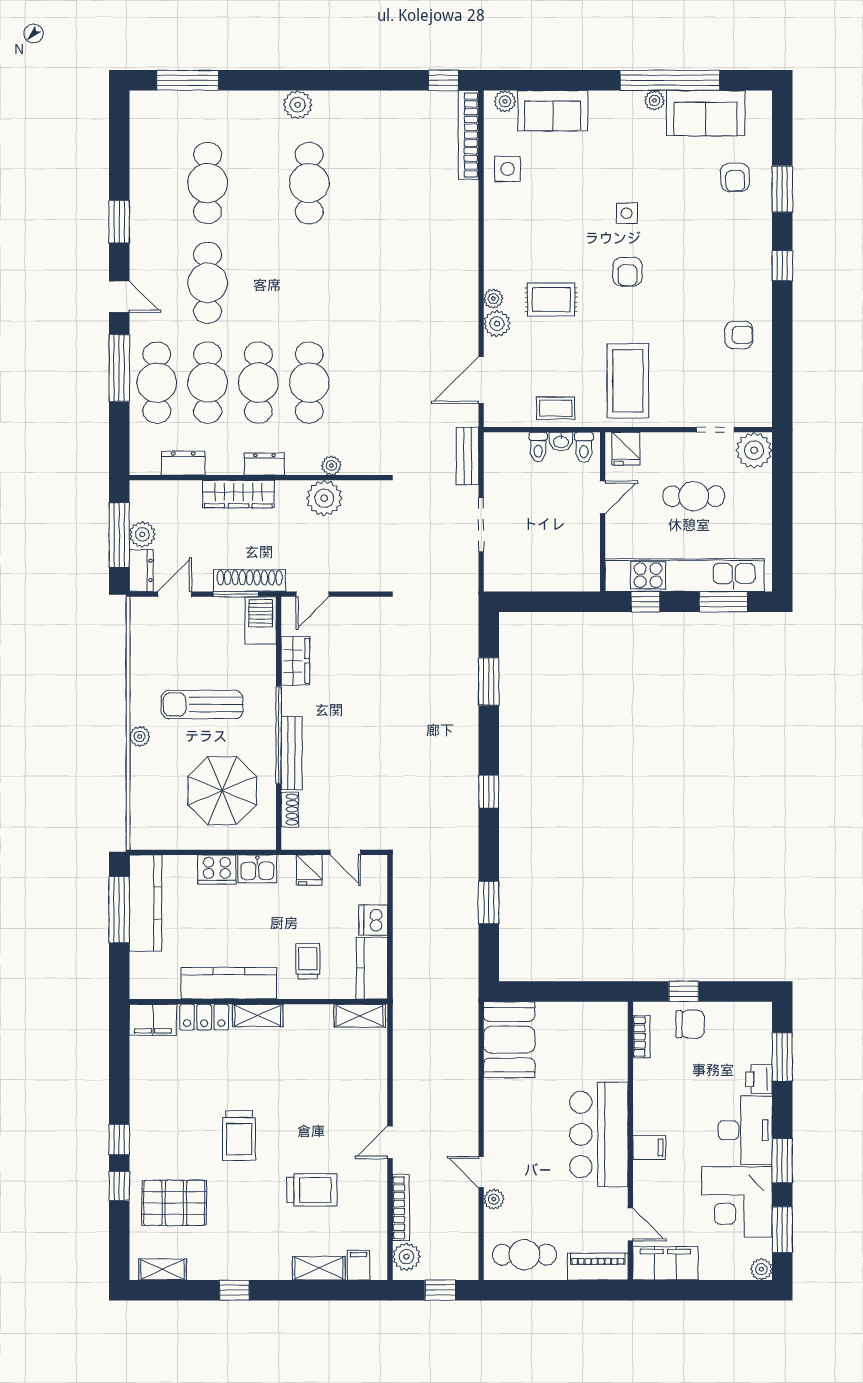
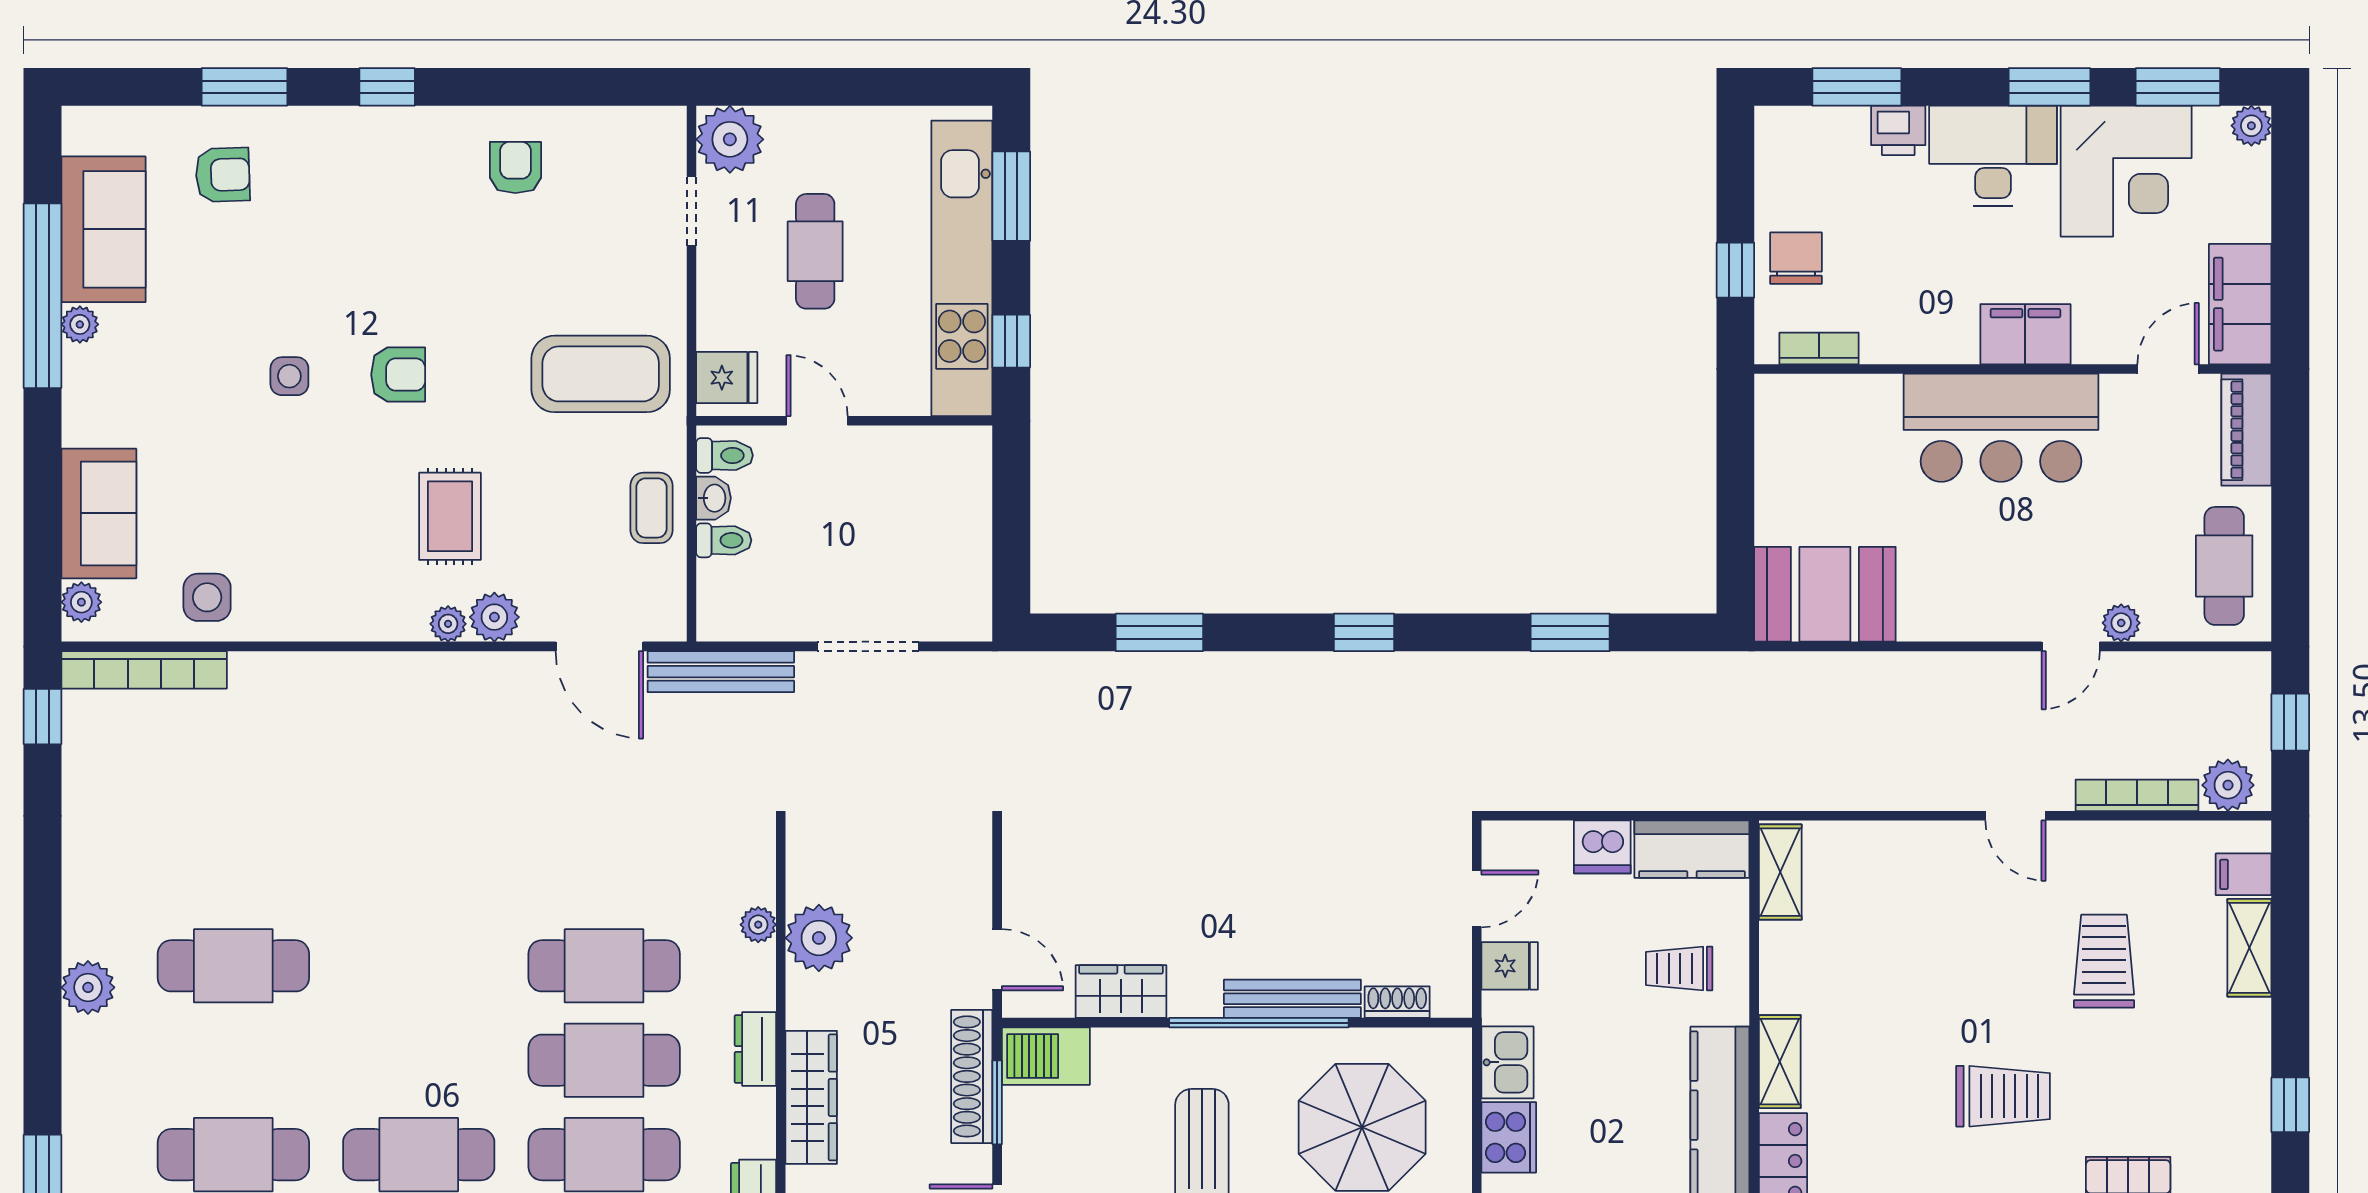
bench: (468, 456) -> (721, 672), width x1.36
filing cabinet: (649, 1148) -> (2025, 334), width x2.00

